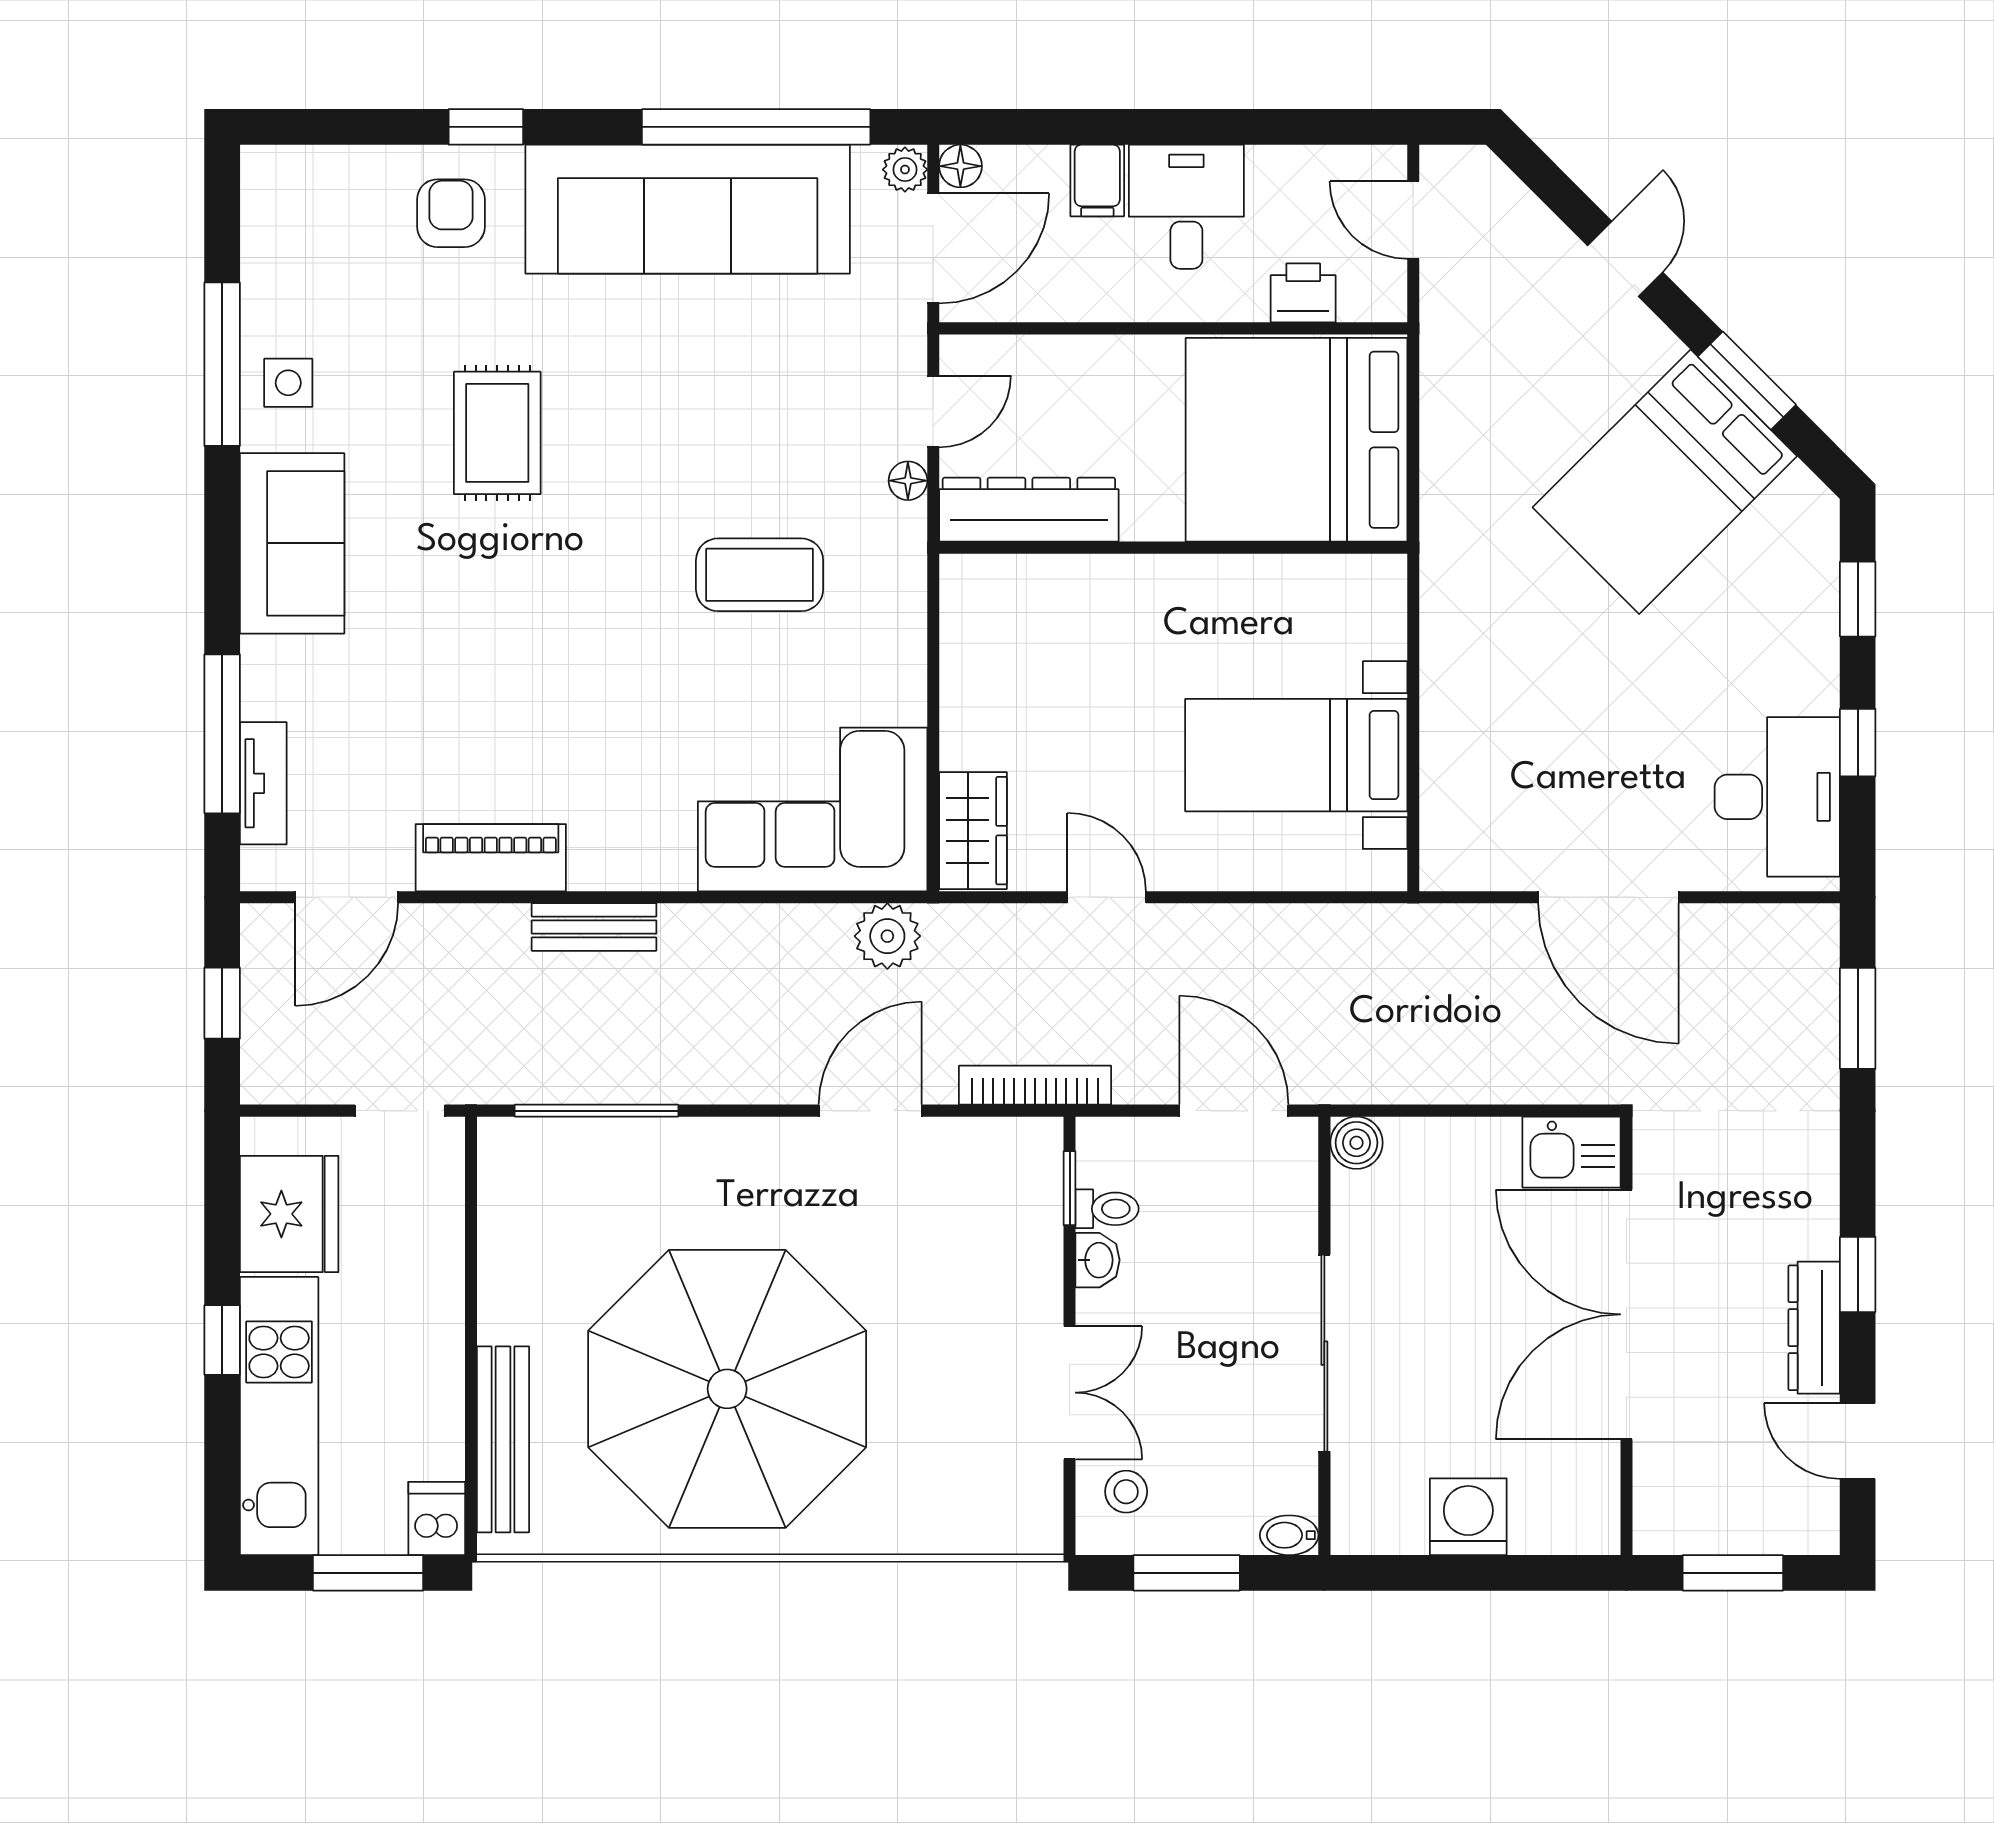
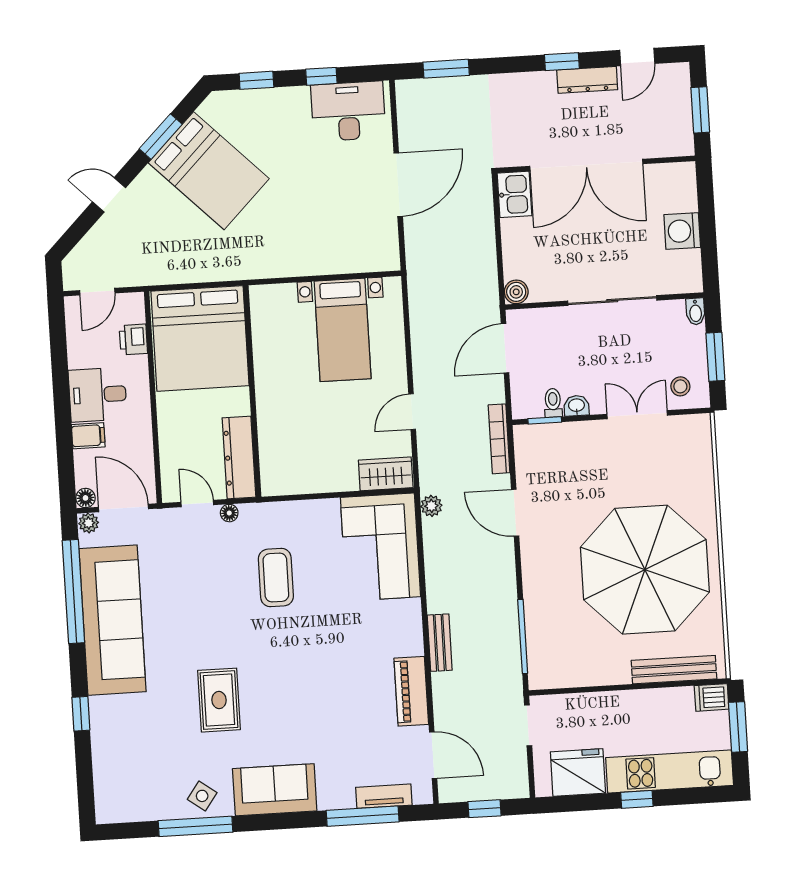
armchair: (451, 213) -> (121, 727), removed
side table: (288, 383) -> (202, 796), turned 36
rug: (497, 433) -> (219, 700), turned 90
plant: (887, 936) -> (431, 506), width x0.73, depth x0.73

